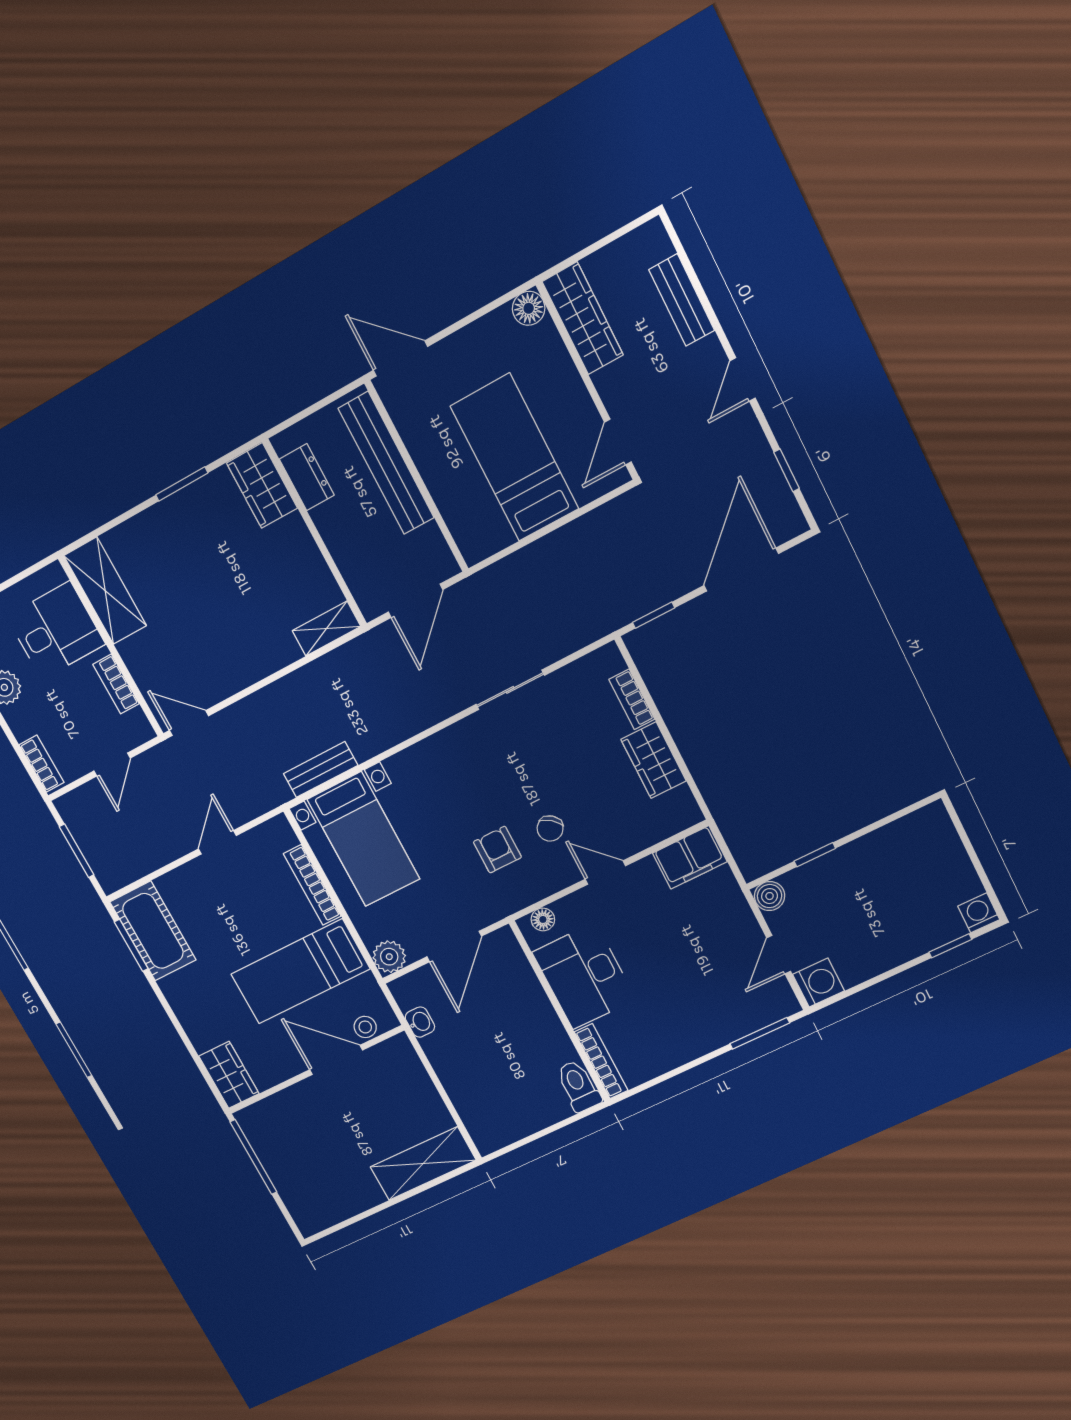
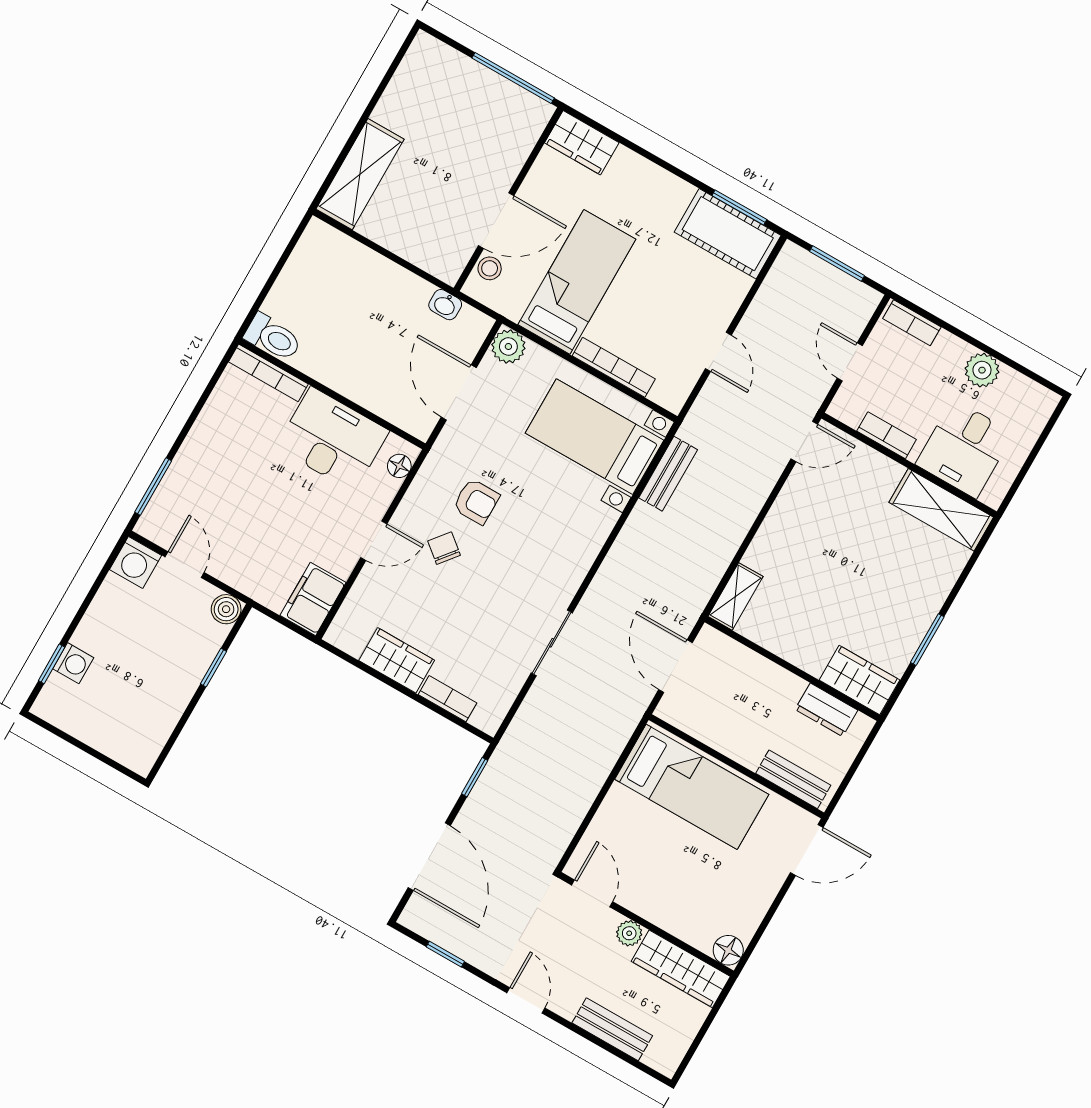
plant: (608, 383) -> (629, 933), added
bed: (514, 458) -> (692, 787), moved
bench: (386, 463) -> (793, 779), width x0.54, depth x0.82
washing machine: (979, 913) -> (73, 663), moved

